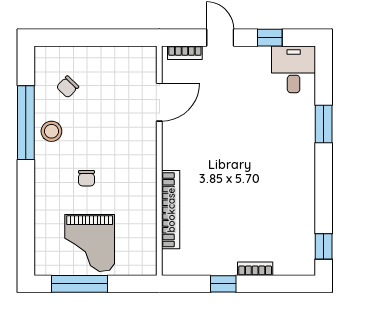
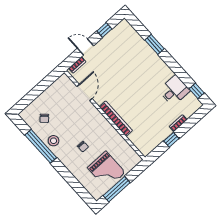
desk: (294, 69) -> (174, 90), moved, turned 90
bookcase: (171, 210) -> (116, 119), moved

